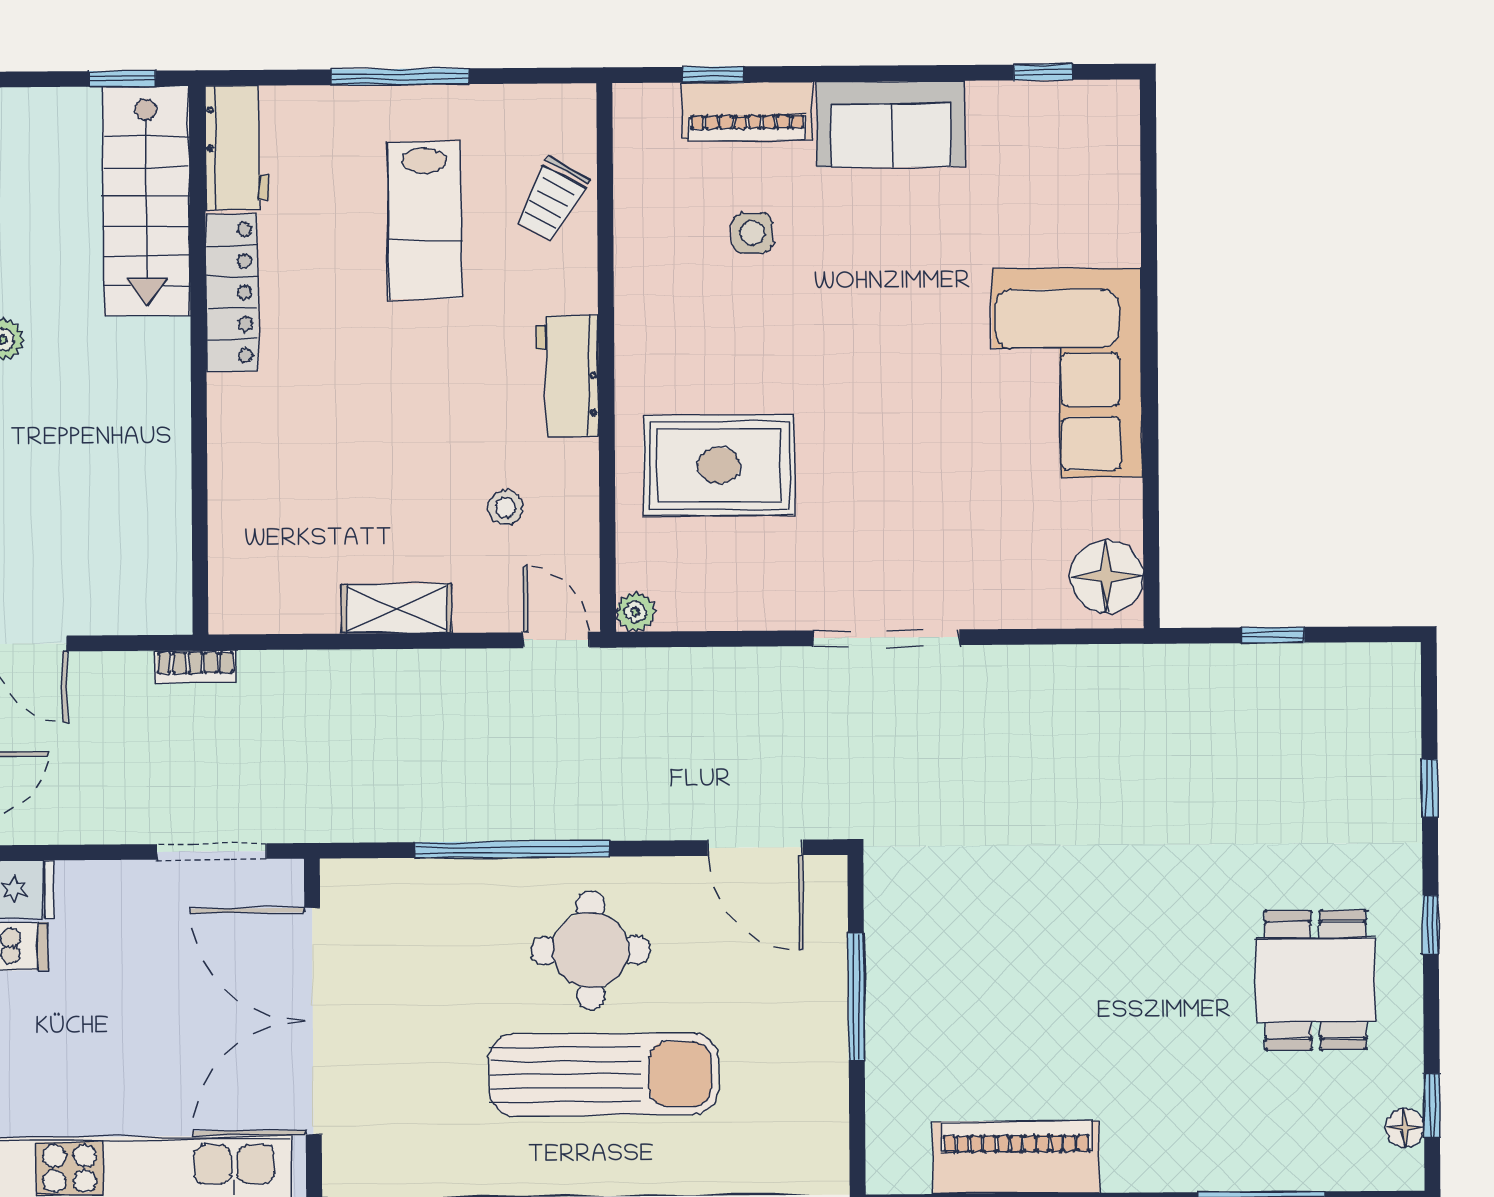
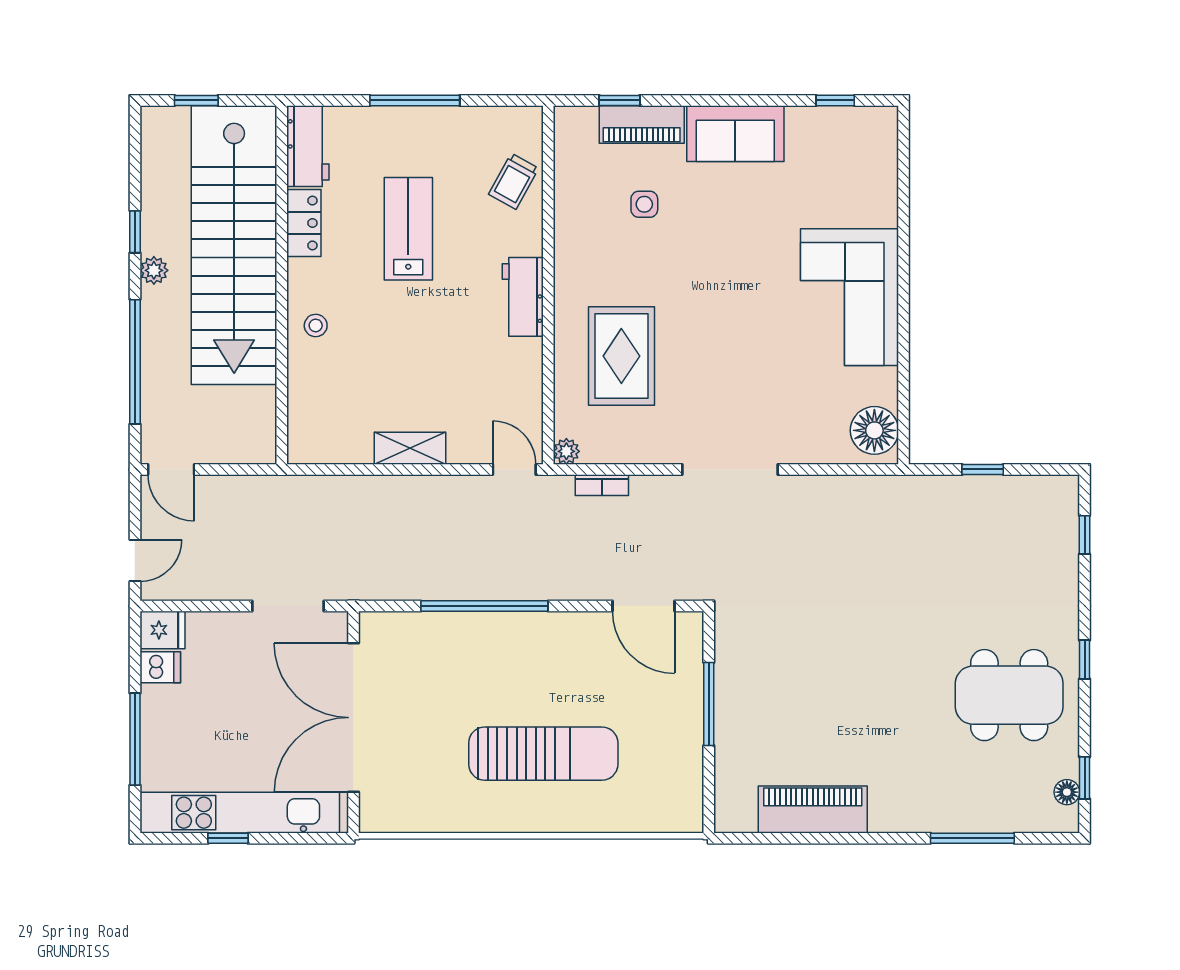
window: (122, 79) -> (196, 100), moved
stairs: (146, 201) -> (234, 245), width x1.86, depth x1.51
lab bench: (424, 220) -> (408, 229), moved, turned 180
locker: (232, 293) -> (304, 223), width x0.66
rug: (719, 465) -> (621, 356), turned 90
stool: (505, 508) -> (316, 325), moved
bookcase: (195, 667) -> (602, 485), moved
window: (1430, 788) -> (1085, 535), moved
round table: (591, 950) -> (535, 672), removed
dining table: (1316, 980) -> (1009, 695), width x1.38

